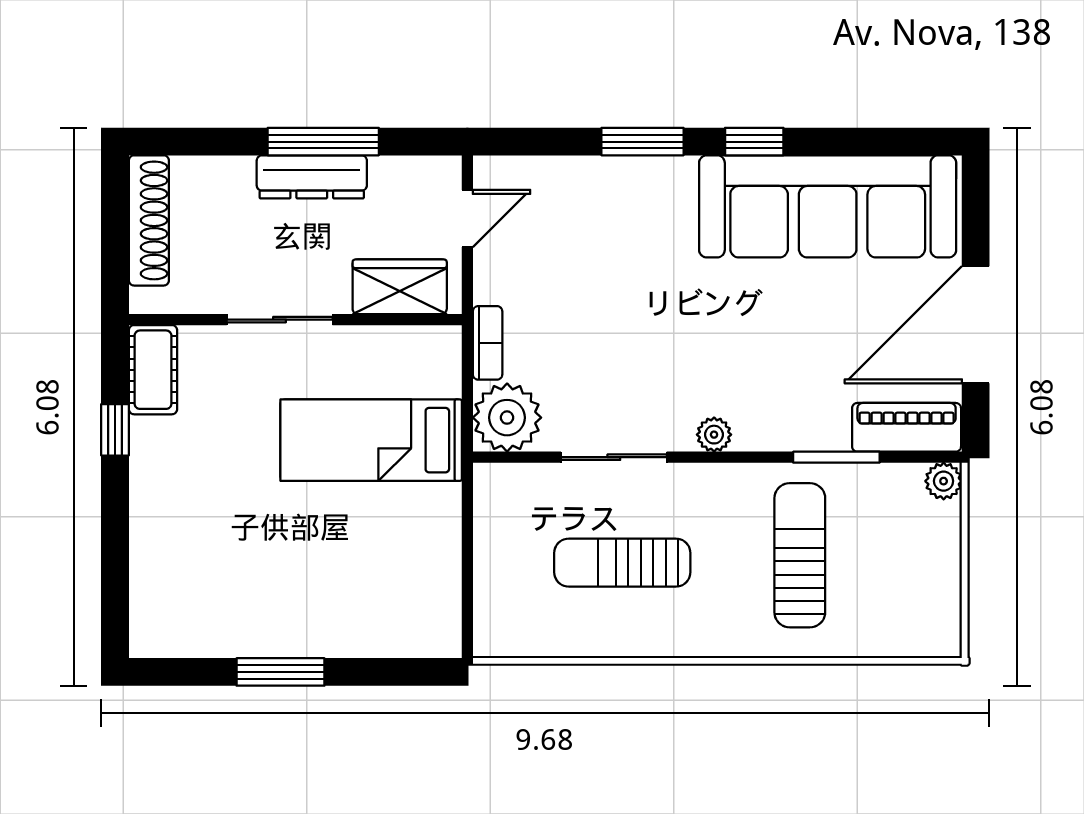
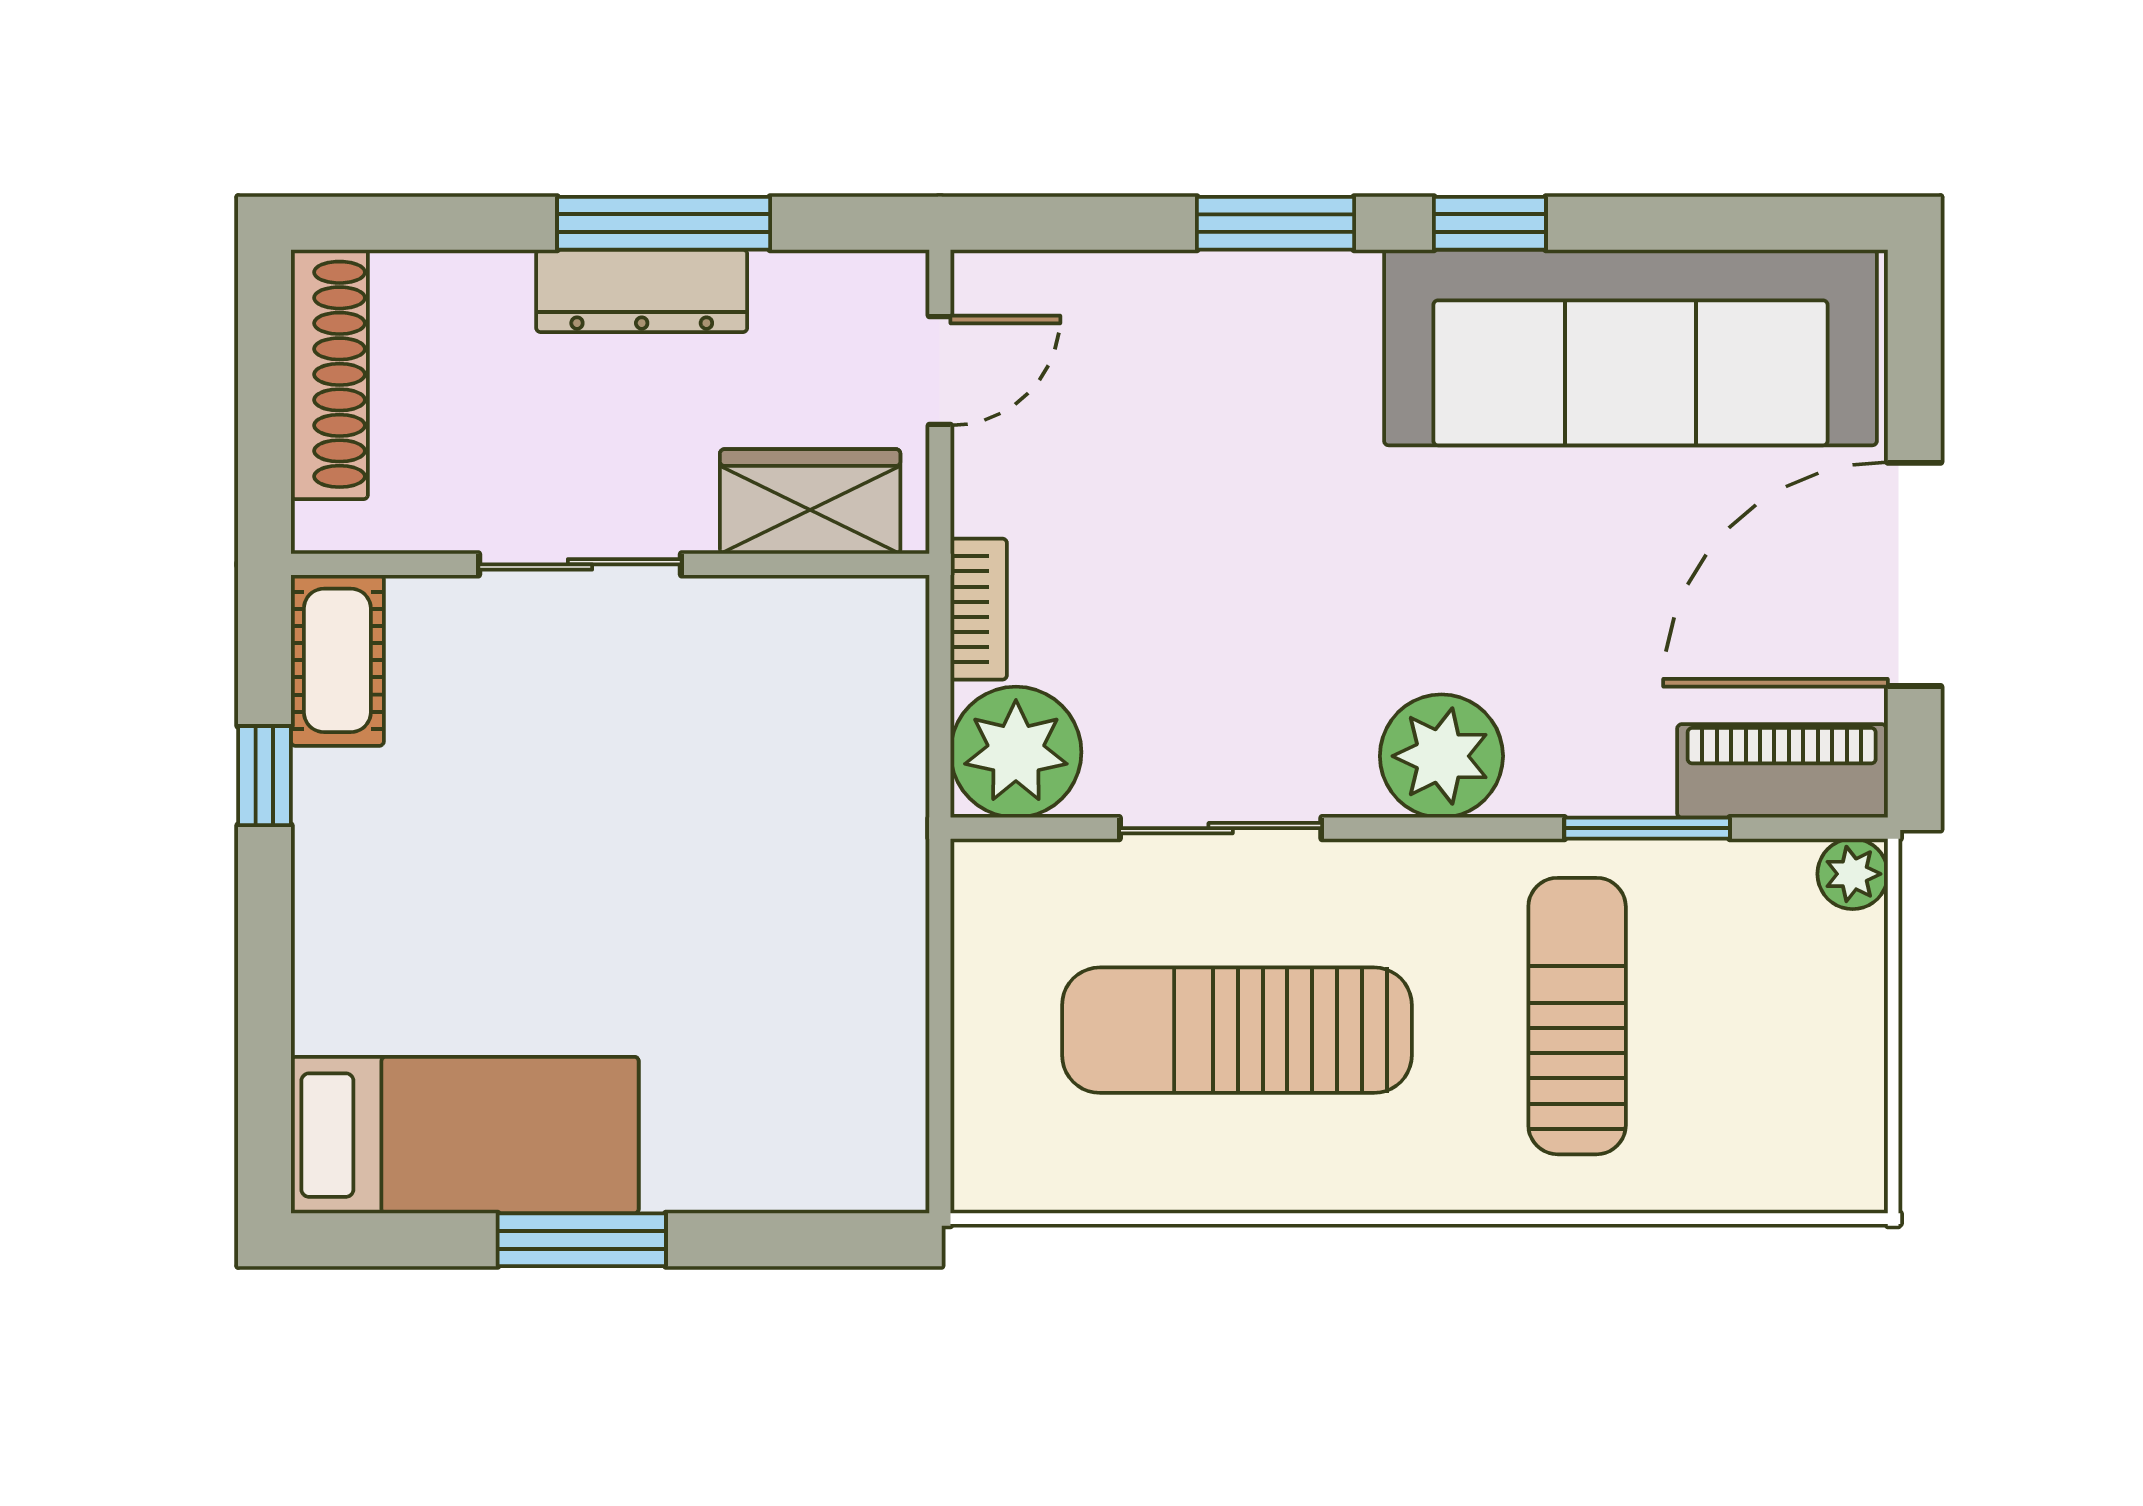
plant: (714, 435) -> (1441, 756), width x1.88, depth x1.88
bed: (371, 440) -> (465, 1135), moved, turned 180
sun lounger: (622, 563) -> (1237, 1030), width x1.36, depth x1.34

